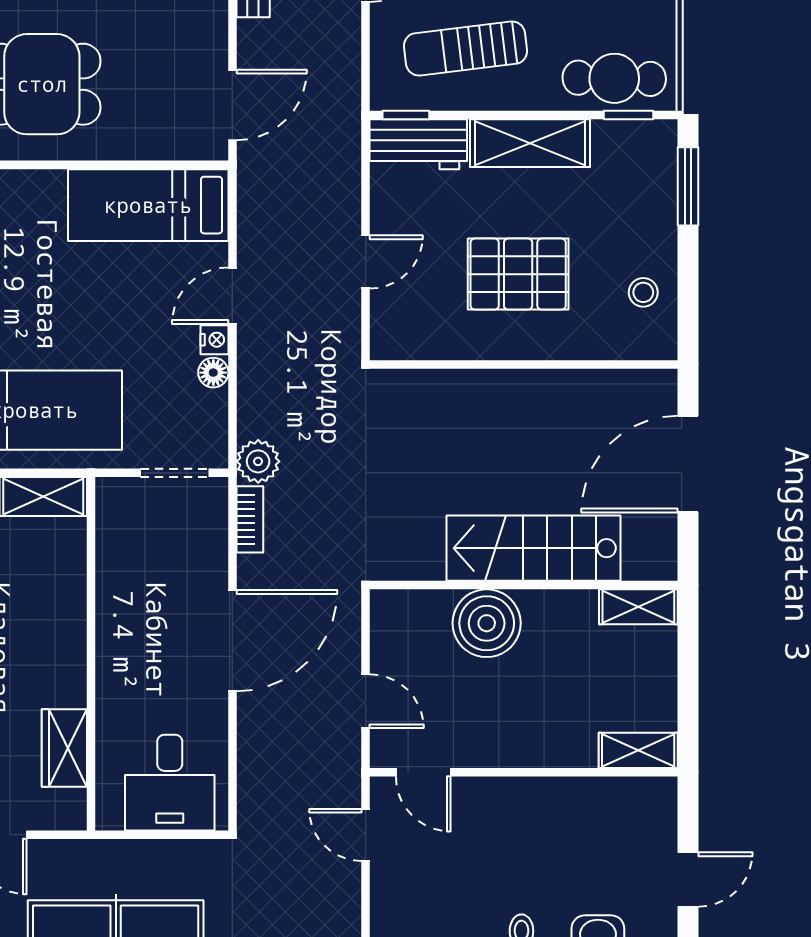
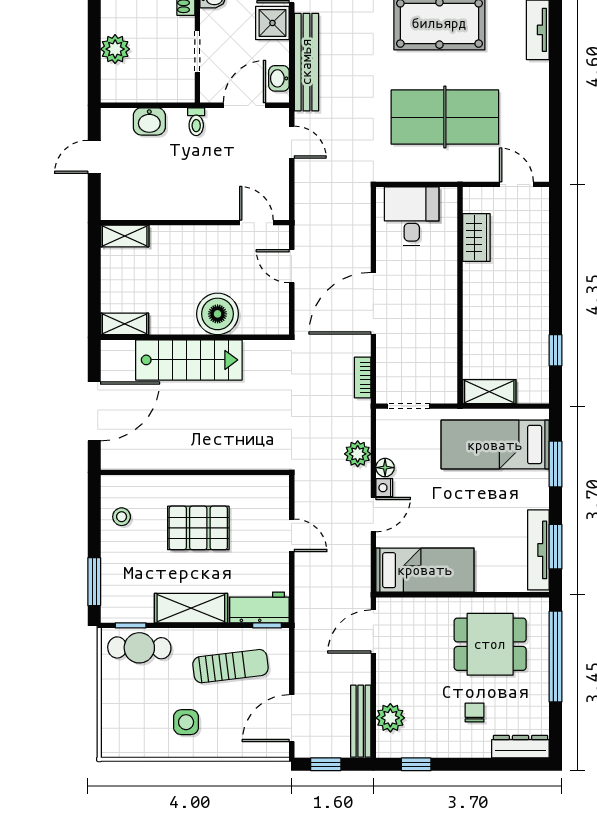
door: (366, 262) -> (292, 535), swing flipped
plant: (258, 461) -> (358, 454), moved
door: (366, 835) -> (292, 142), moved

